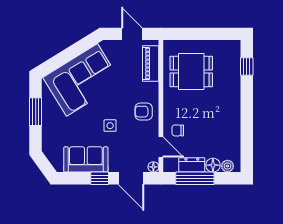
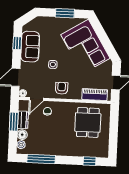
window: (247, 136) -> (41, 159), added
window: (100, 178) -> (17, 43), moved
window: (195, 178) -> (14, 122), width x0.69

